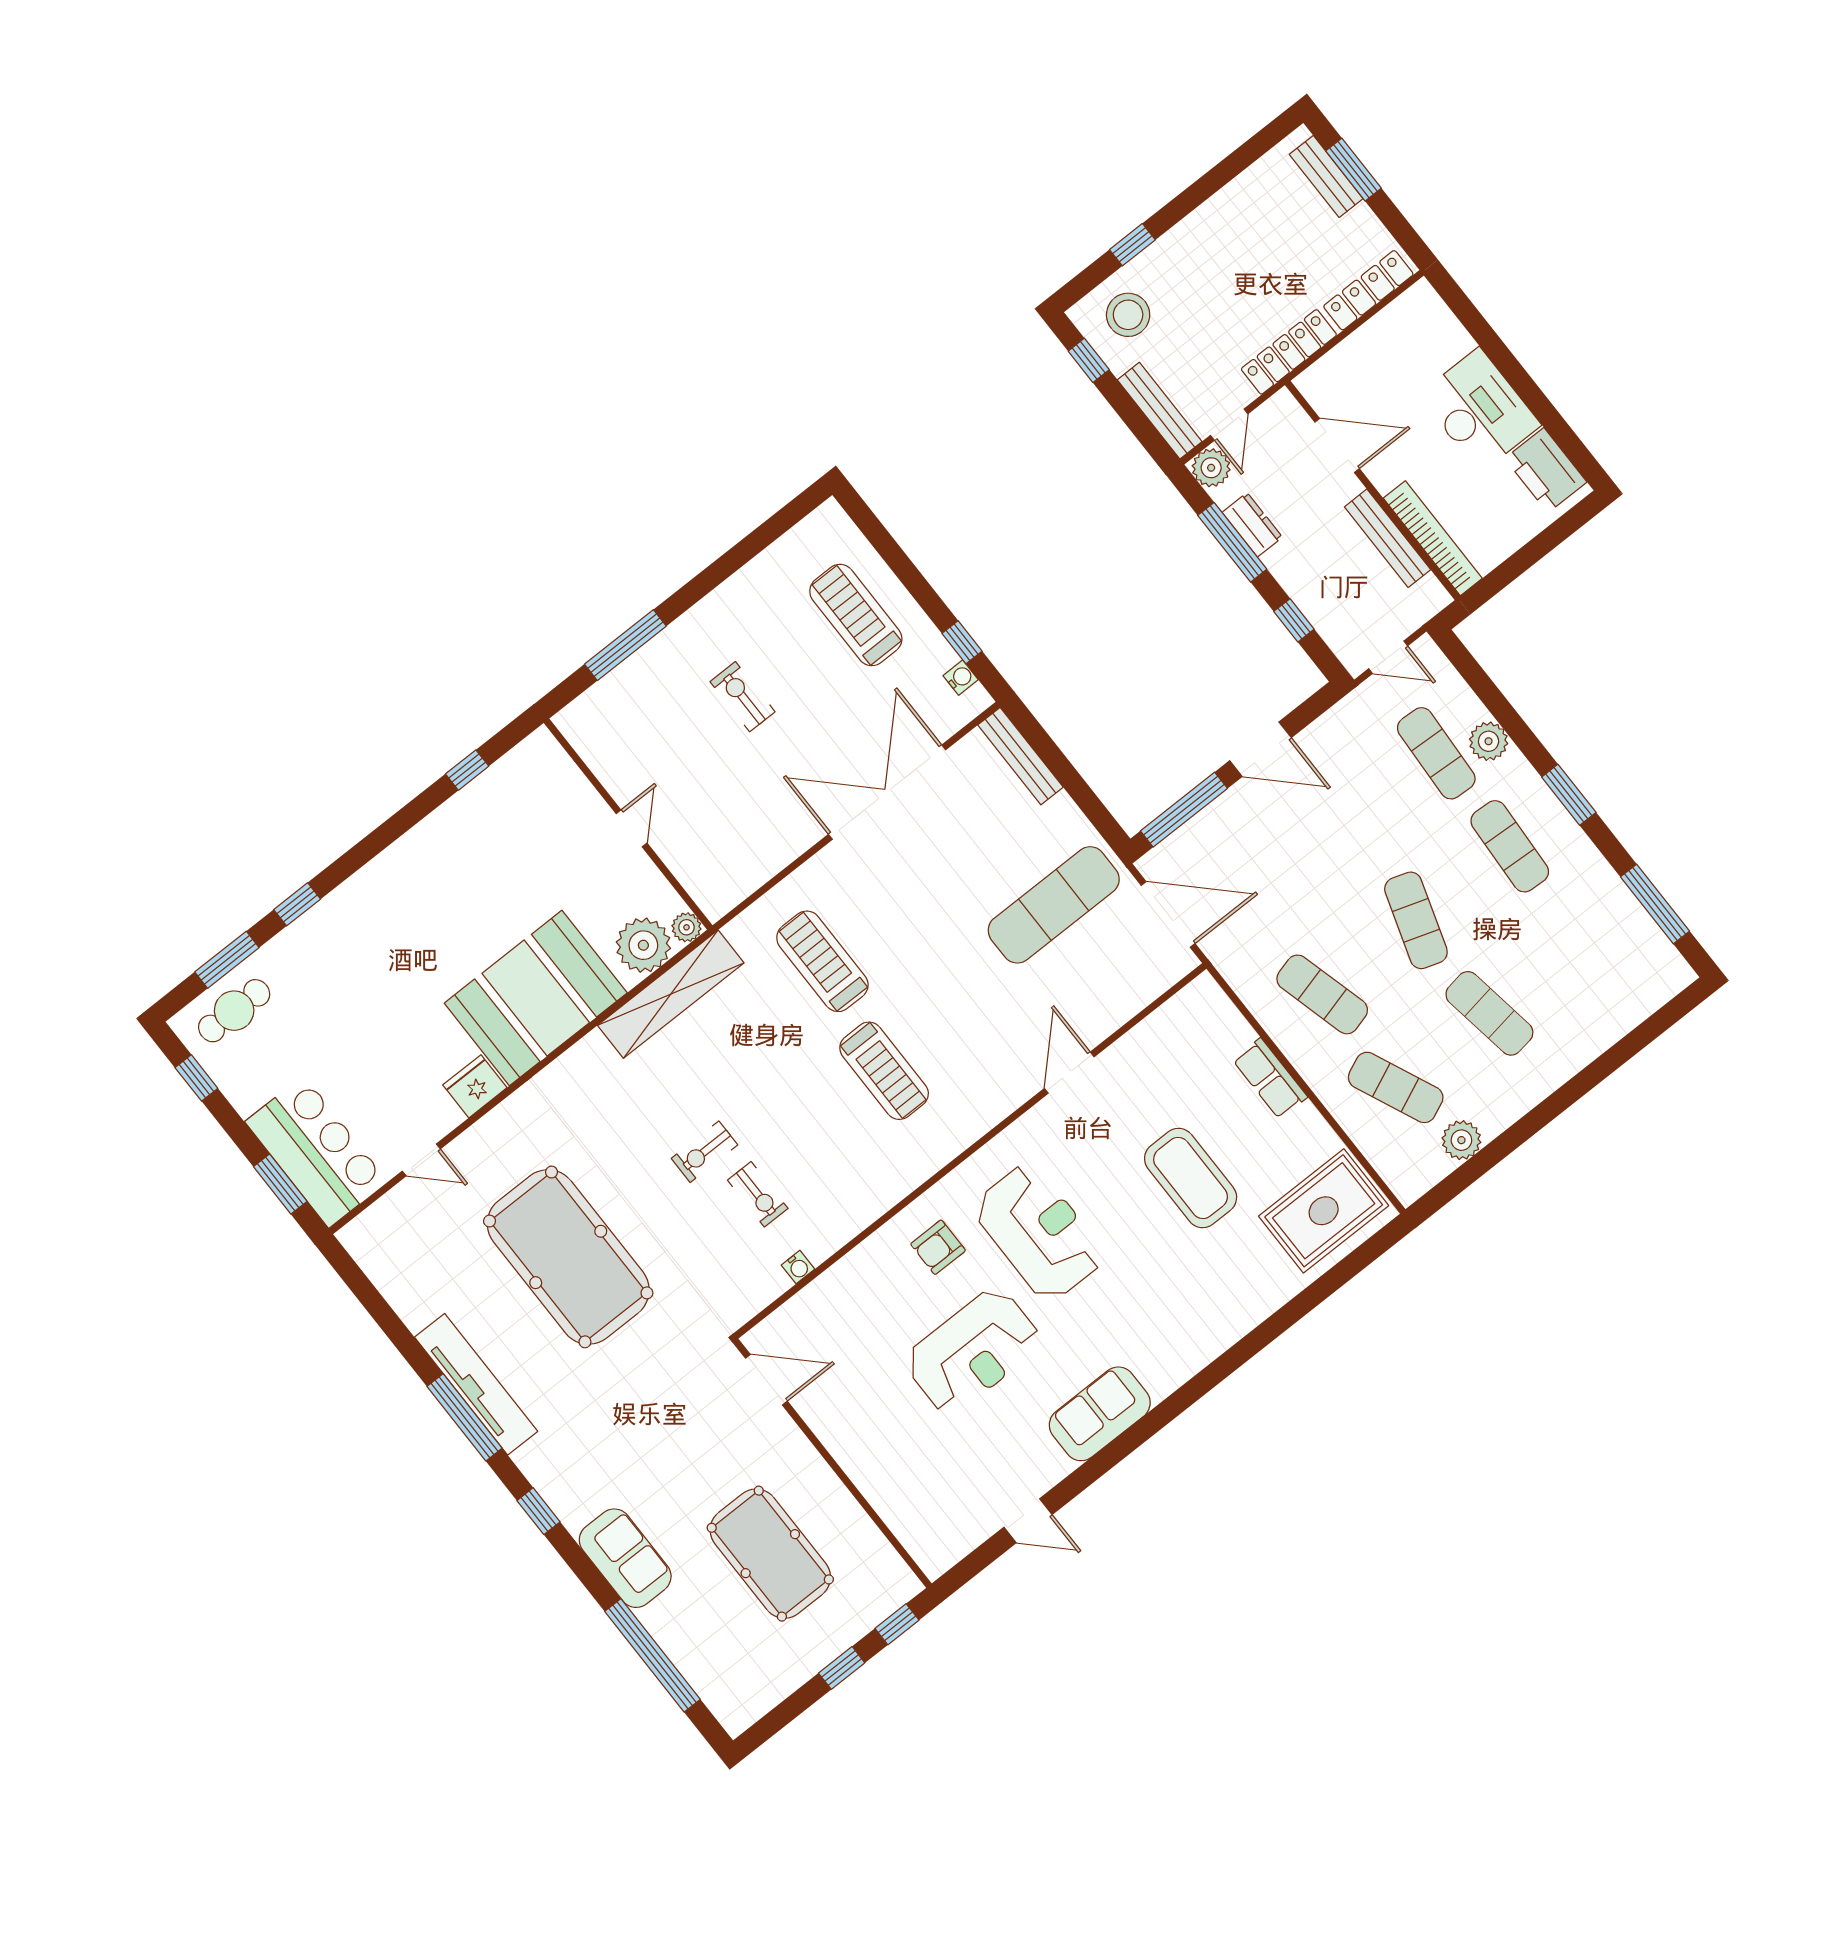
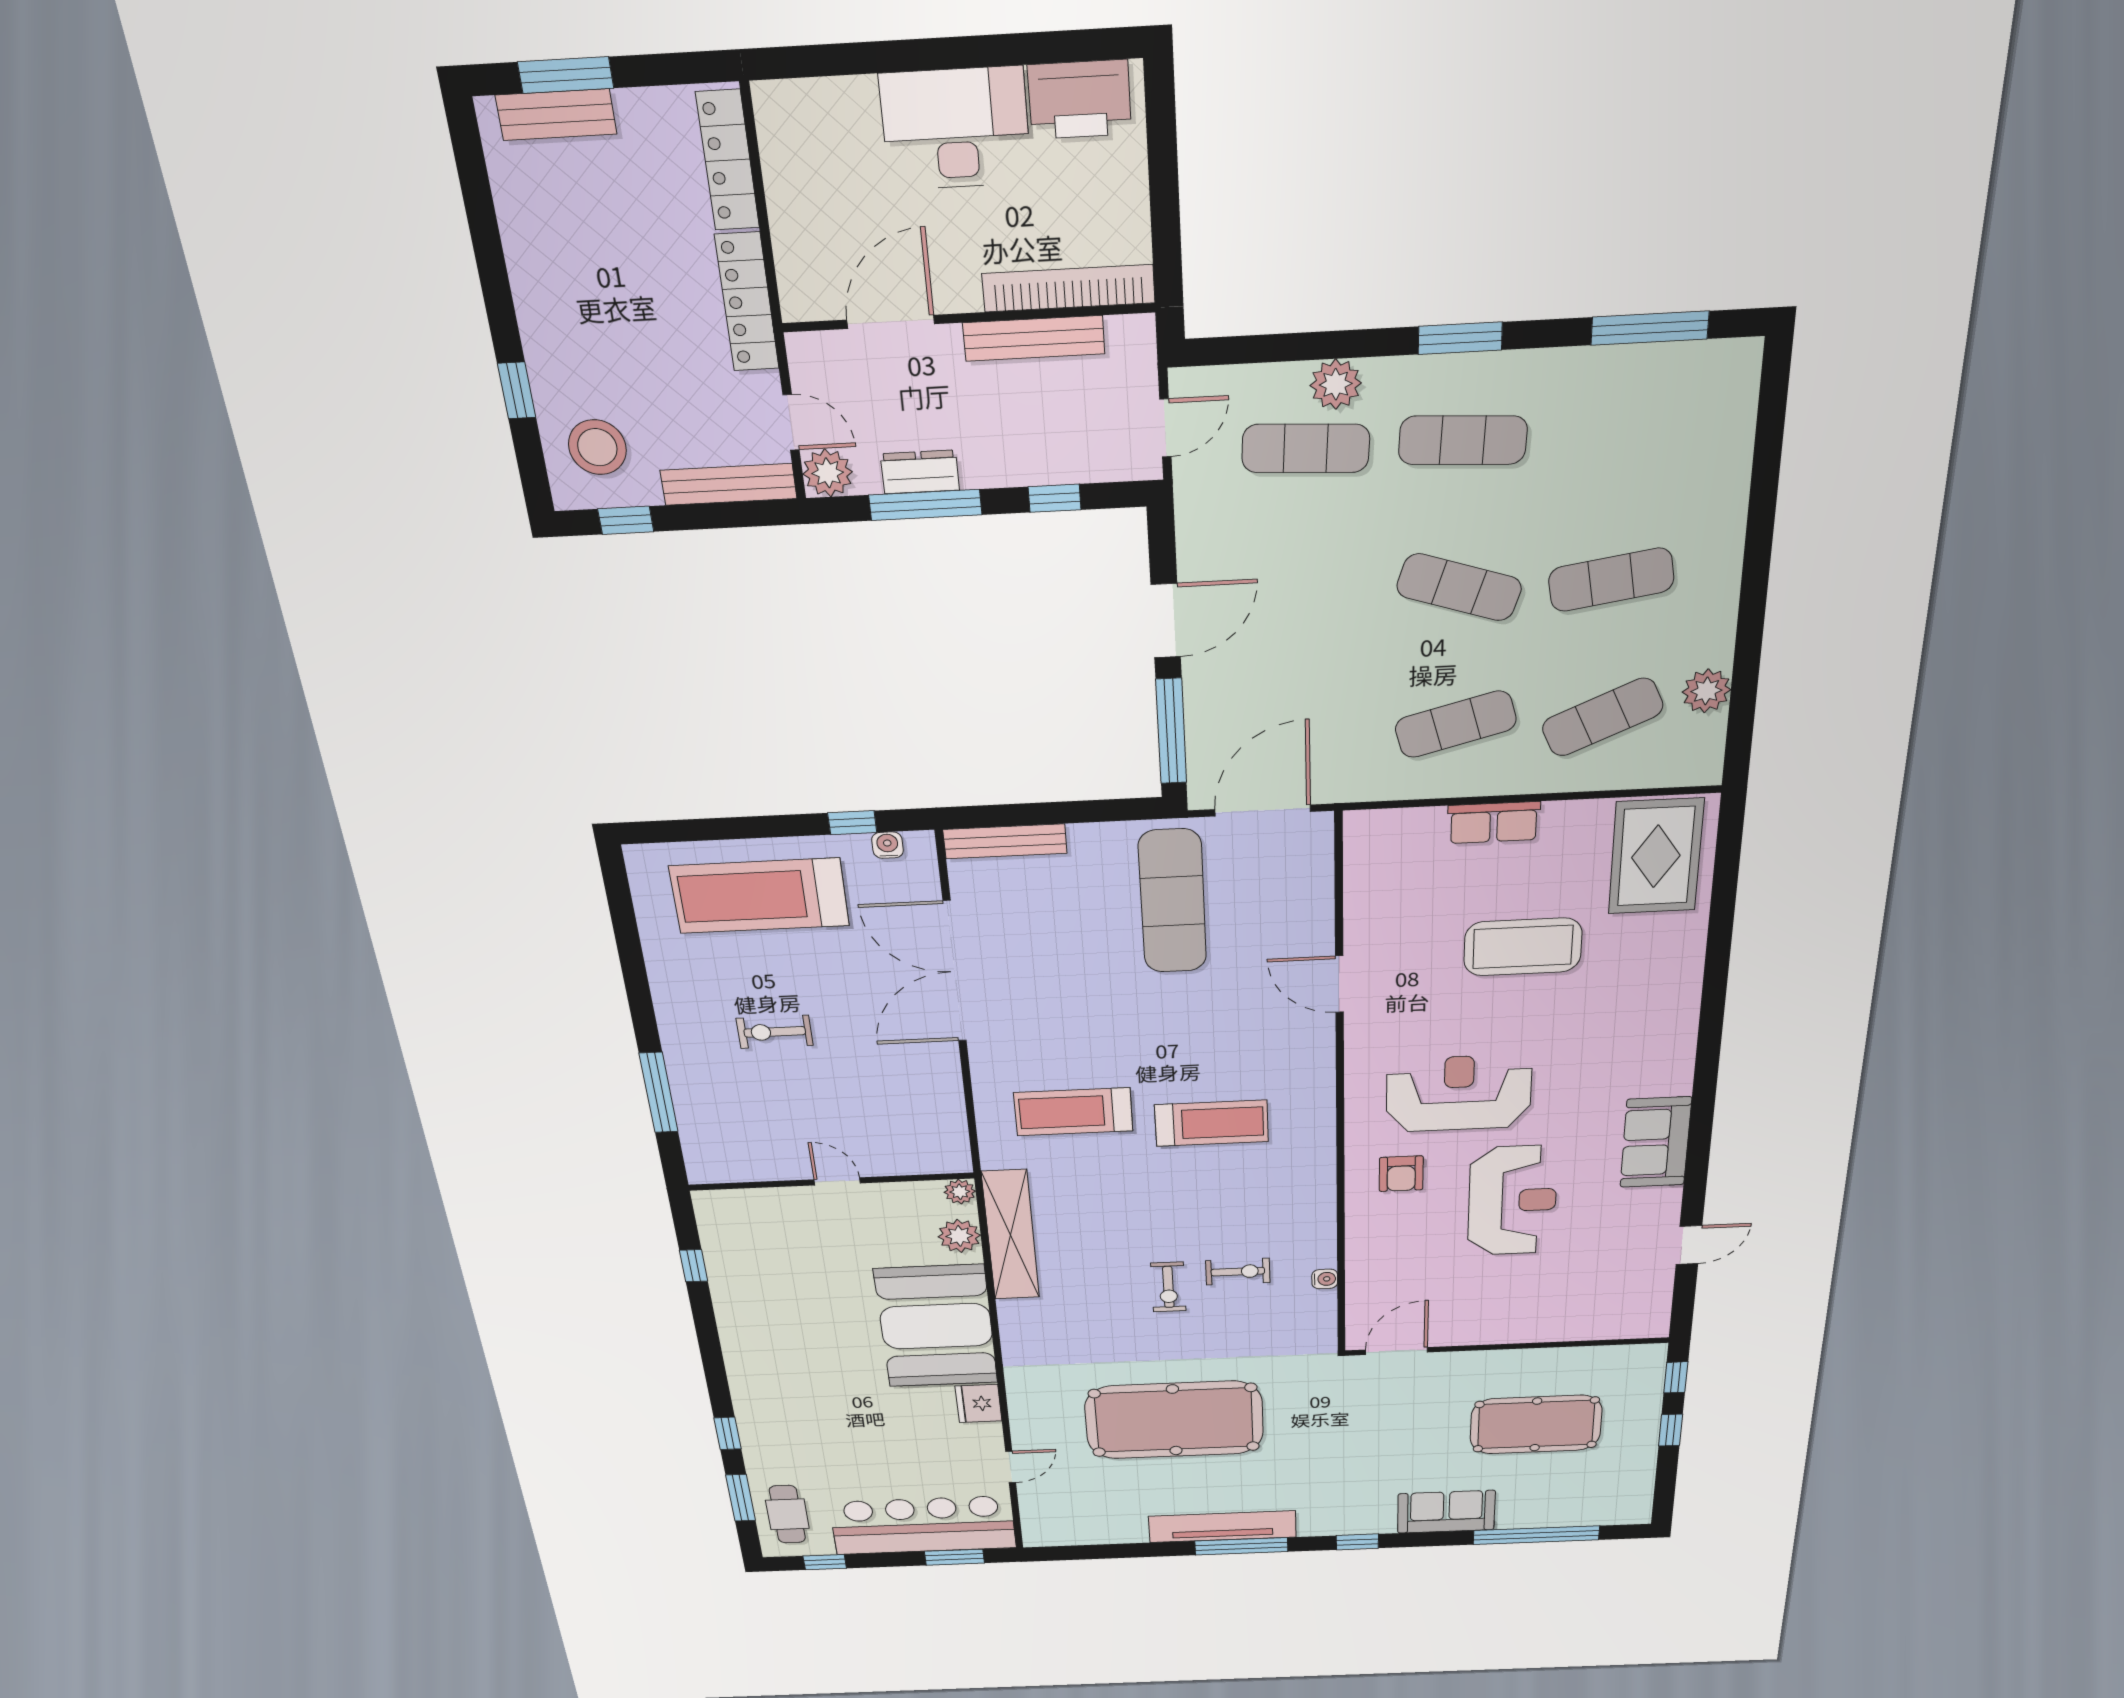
treadmill: (856, 615) -> (759, 896), width x1.37, depth x1.38
plant: (643, 945) -> (959, 1236), width x0.73, depth x0.73
bar counter: (316, 1152) -> (923, 1525), width x1.36

